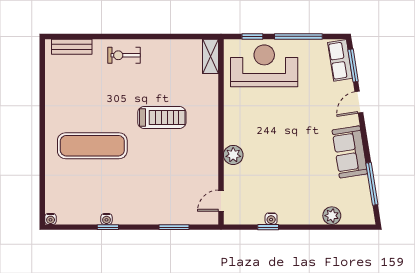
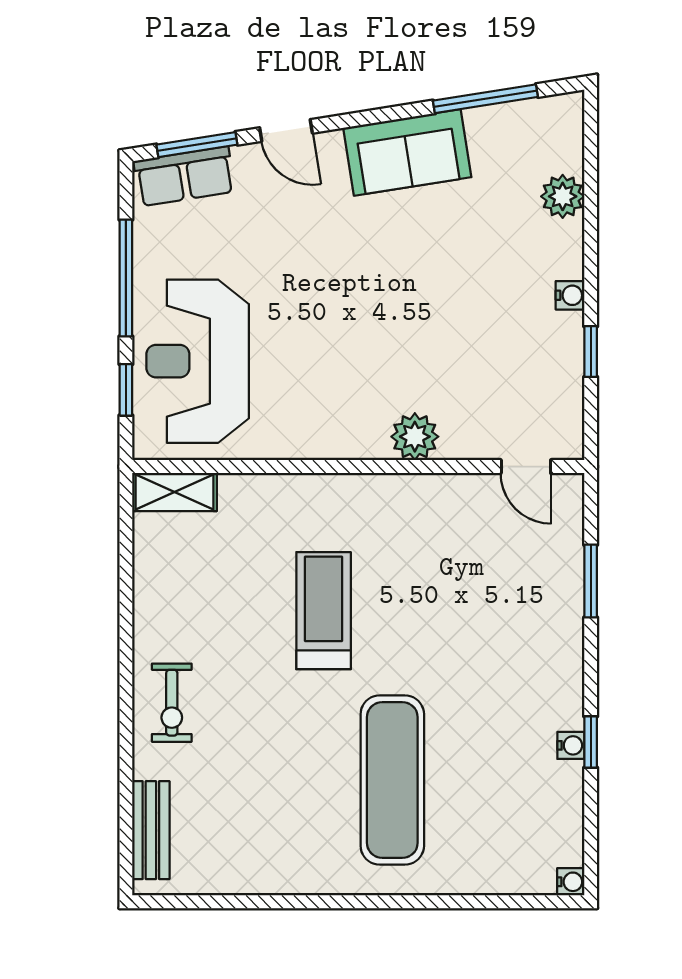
water cooler: (271, 219) -> (570, 295), moved

